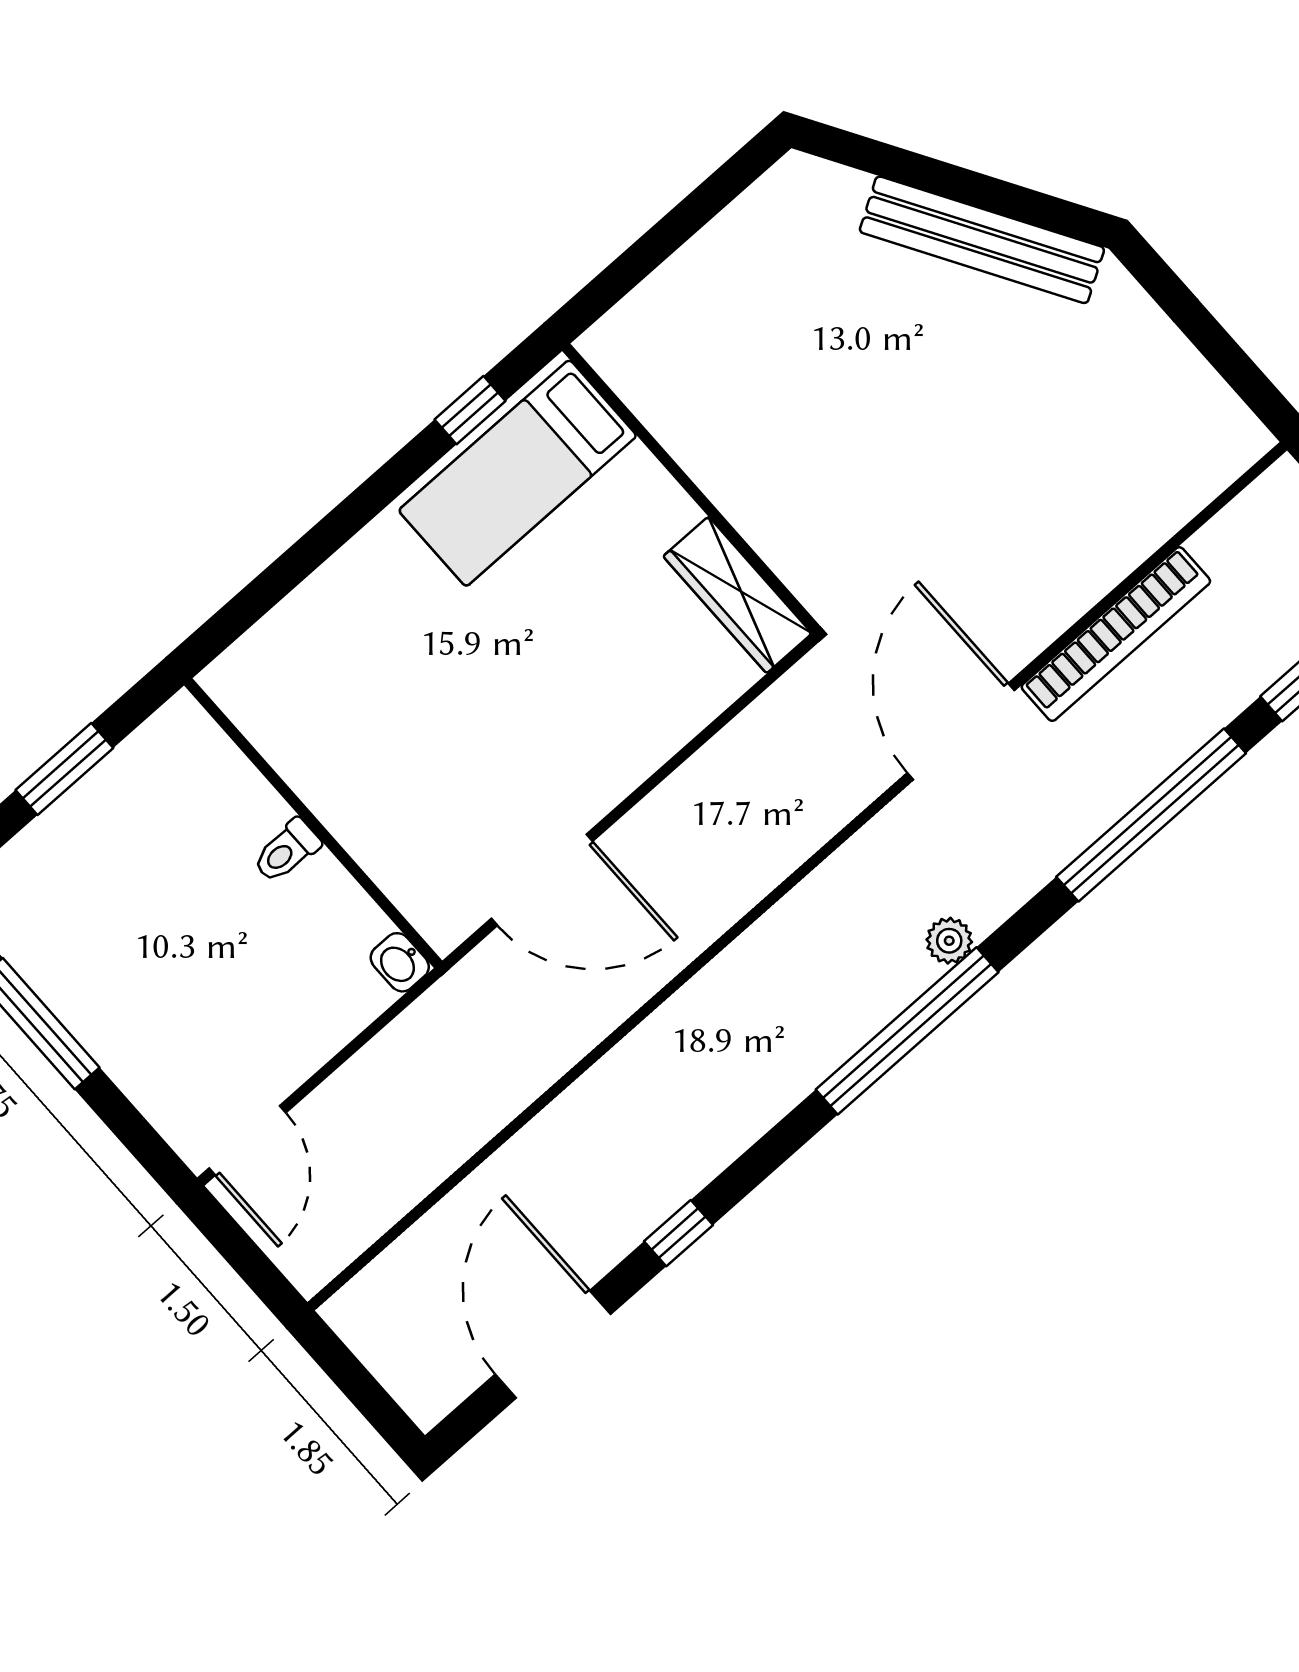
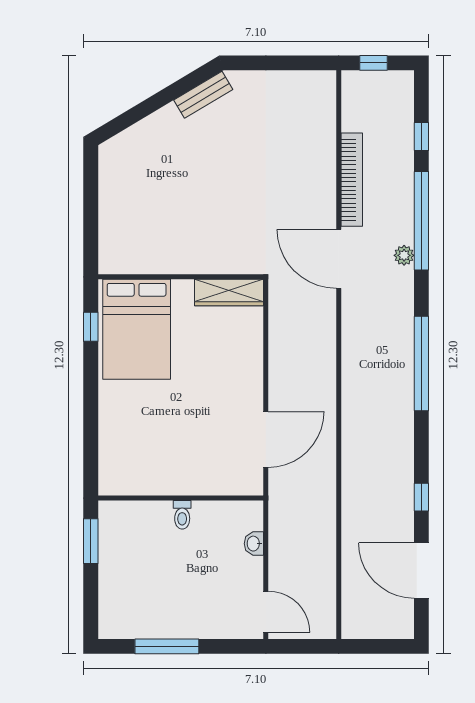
bench: (982, 240) -> (203, 95), width x0.54, depth x0.82
bed: (518, 473) -> (137, 329), width x1.50
window: (64, 769) -> (91, 541), moved
plant: (949, 941) -> (404, 255), moved
washbasin: (400, 962) -> (254, 544), moved, turned 90

